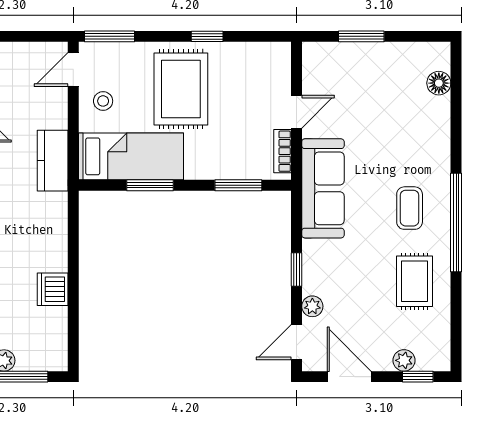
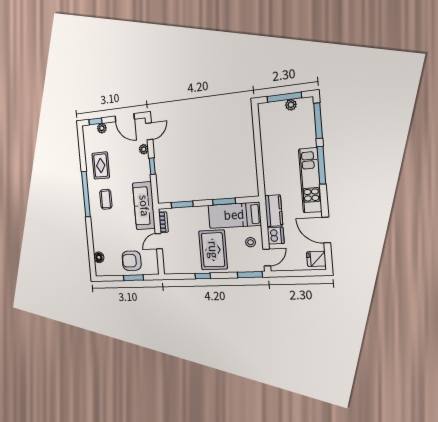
armchair: (362, 73) -> (132, 261), added
dishwasher: (53, 289) -> (276, 236), moved

